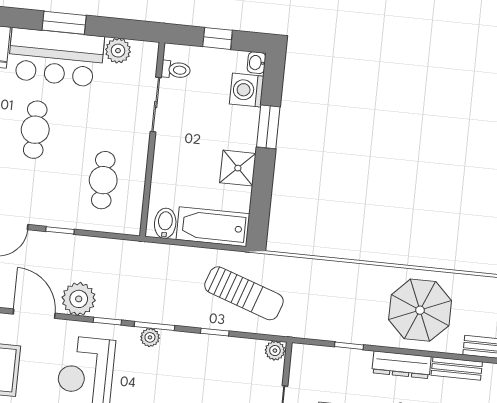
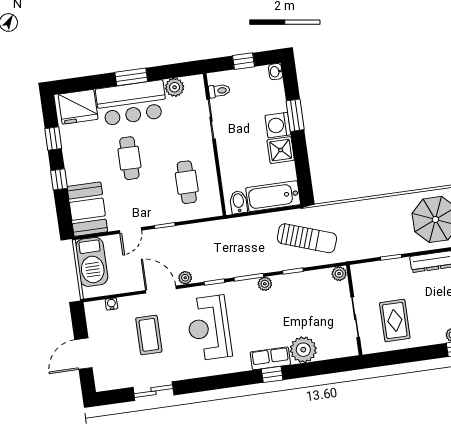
washing machine: (247, 90) -> (278, 125), moved
plant: (79, 299) -> (185, 278), width x0.53, depth x0.53
plant: (150, 337) -> (265, 284), moved

